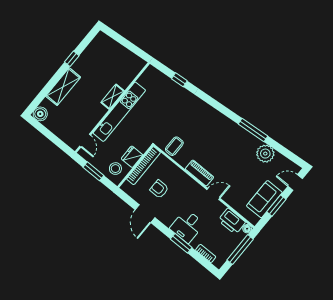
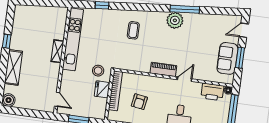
kitchen unit: (119, 112) -> (73, 39), moved
coffee table: (174, 146) -> (133, 30), moved
plant: (265, 154) -> (175, 20), moved
stool: (115, 169) -> (98, 71), moved
armchair: (159, 189) -> (139, 102), turned -81

